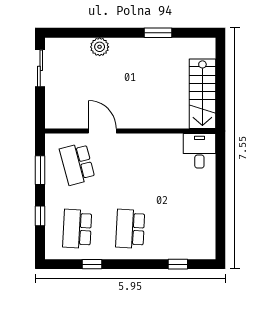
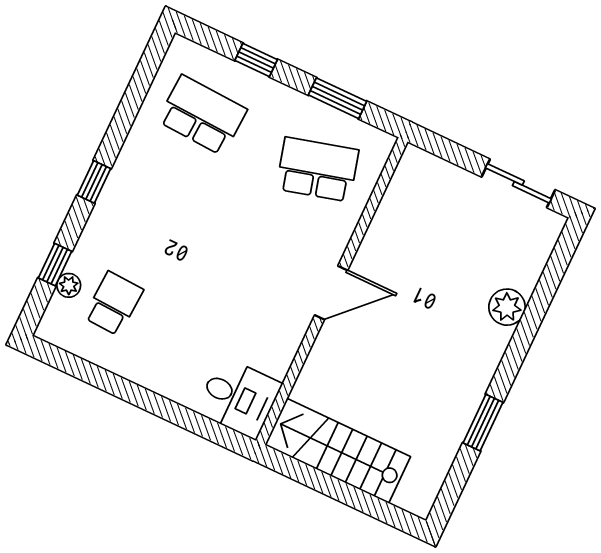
door: (102, 131) -> (331, 293), moved
school desk: (130, 229) -> (113, 304), moved, width x0.54
plant: (185, 253) -> (69, 285), added
window: (92, 264) -> (94, 182), moved

